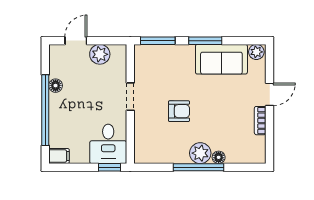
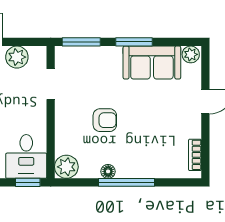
doorway: (130, 97) -> (51, 84), moved
bookcase: (260, 121) -> (195, 155), moved
plant: (200, 153) -> (66, 167), moved
floor lamp: (219, 157) -> (108, 171), moved

